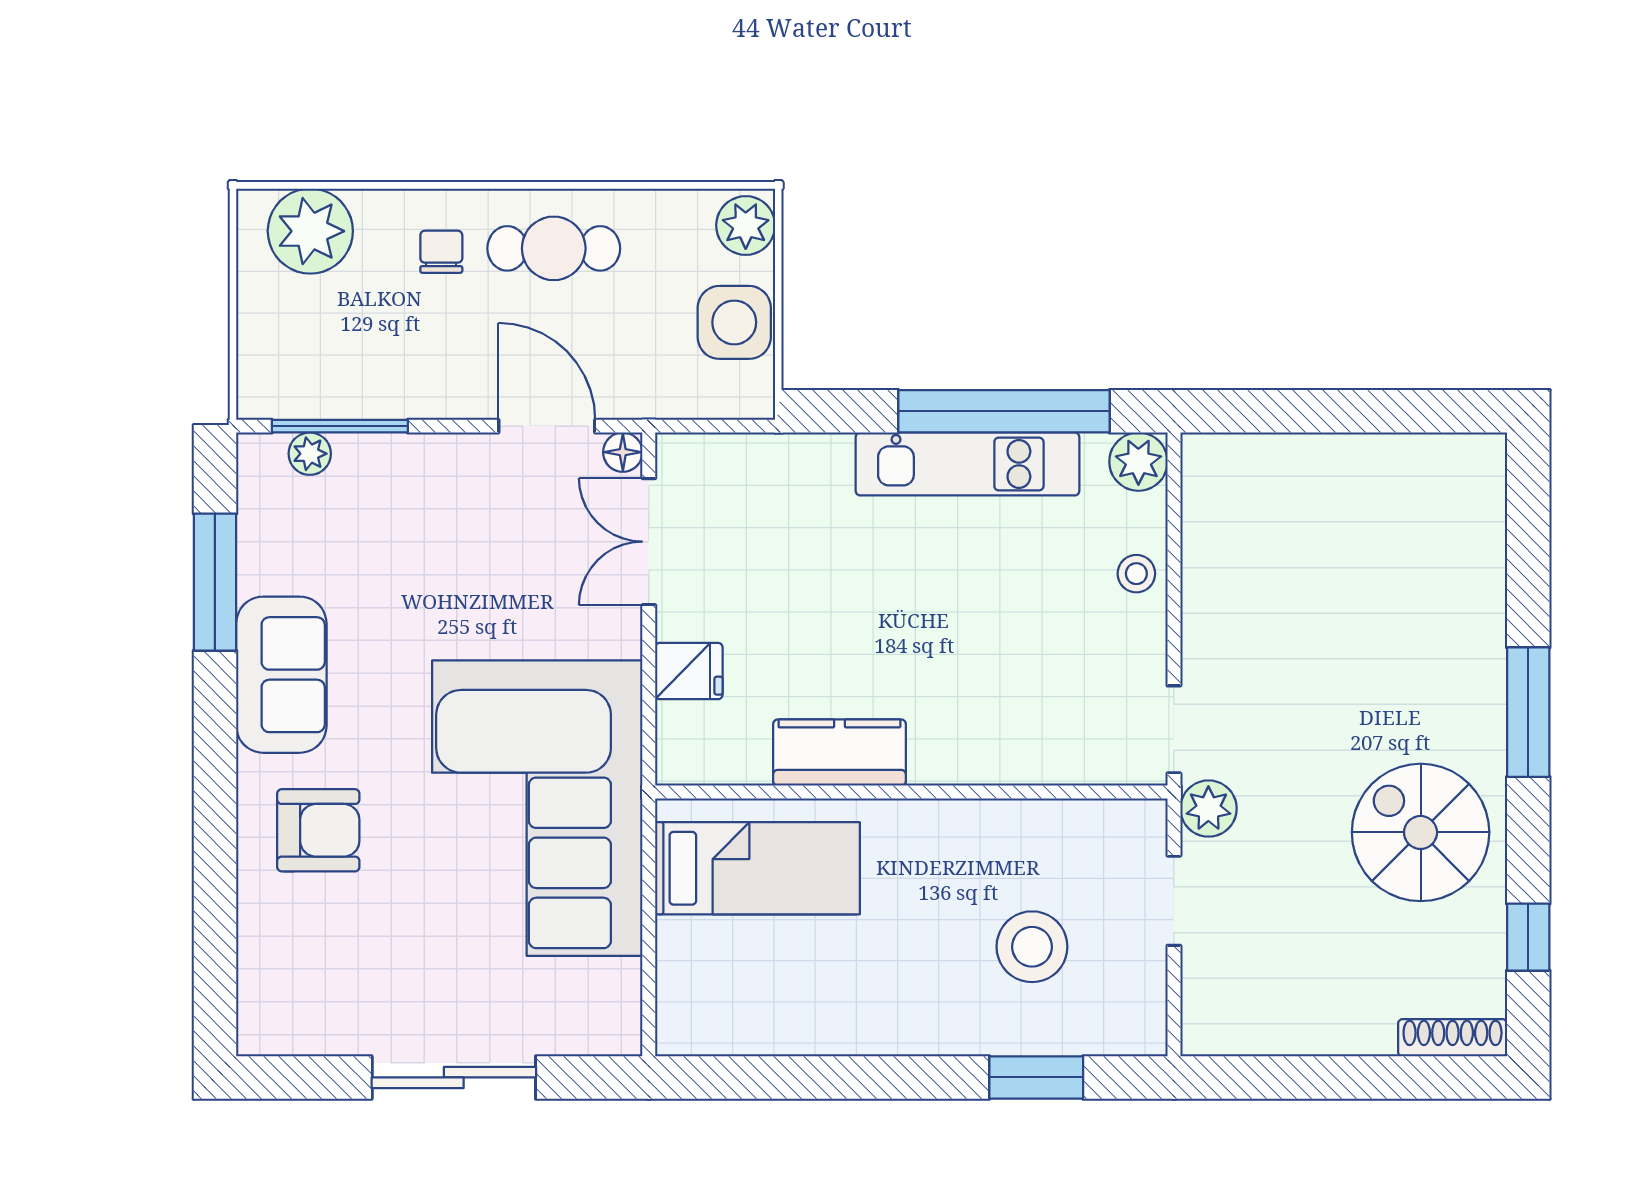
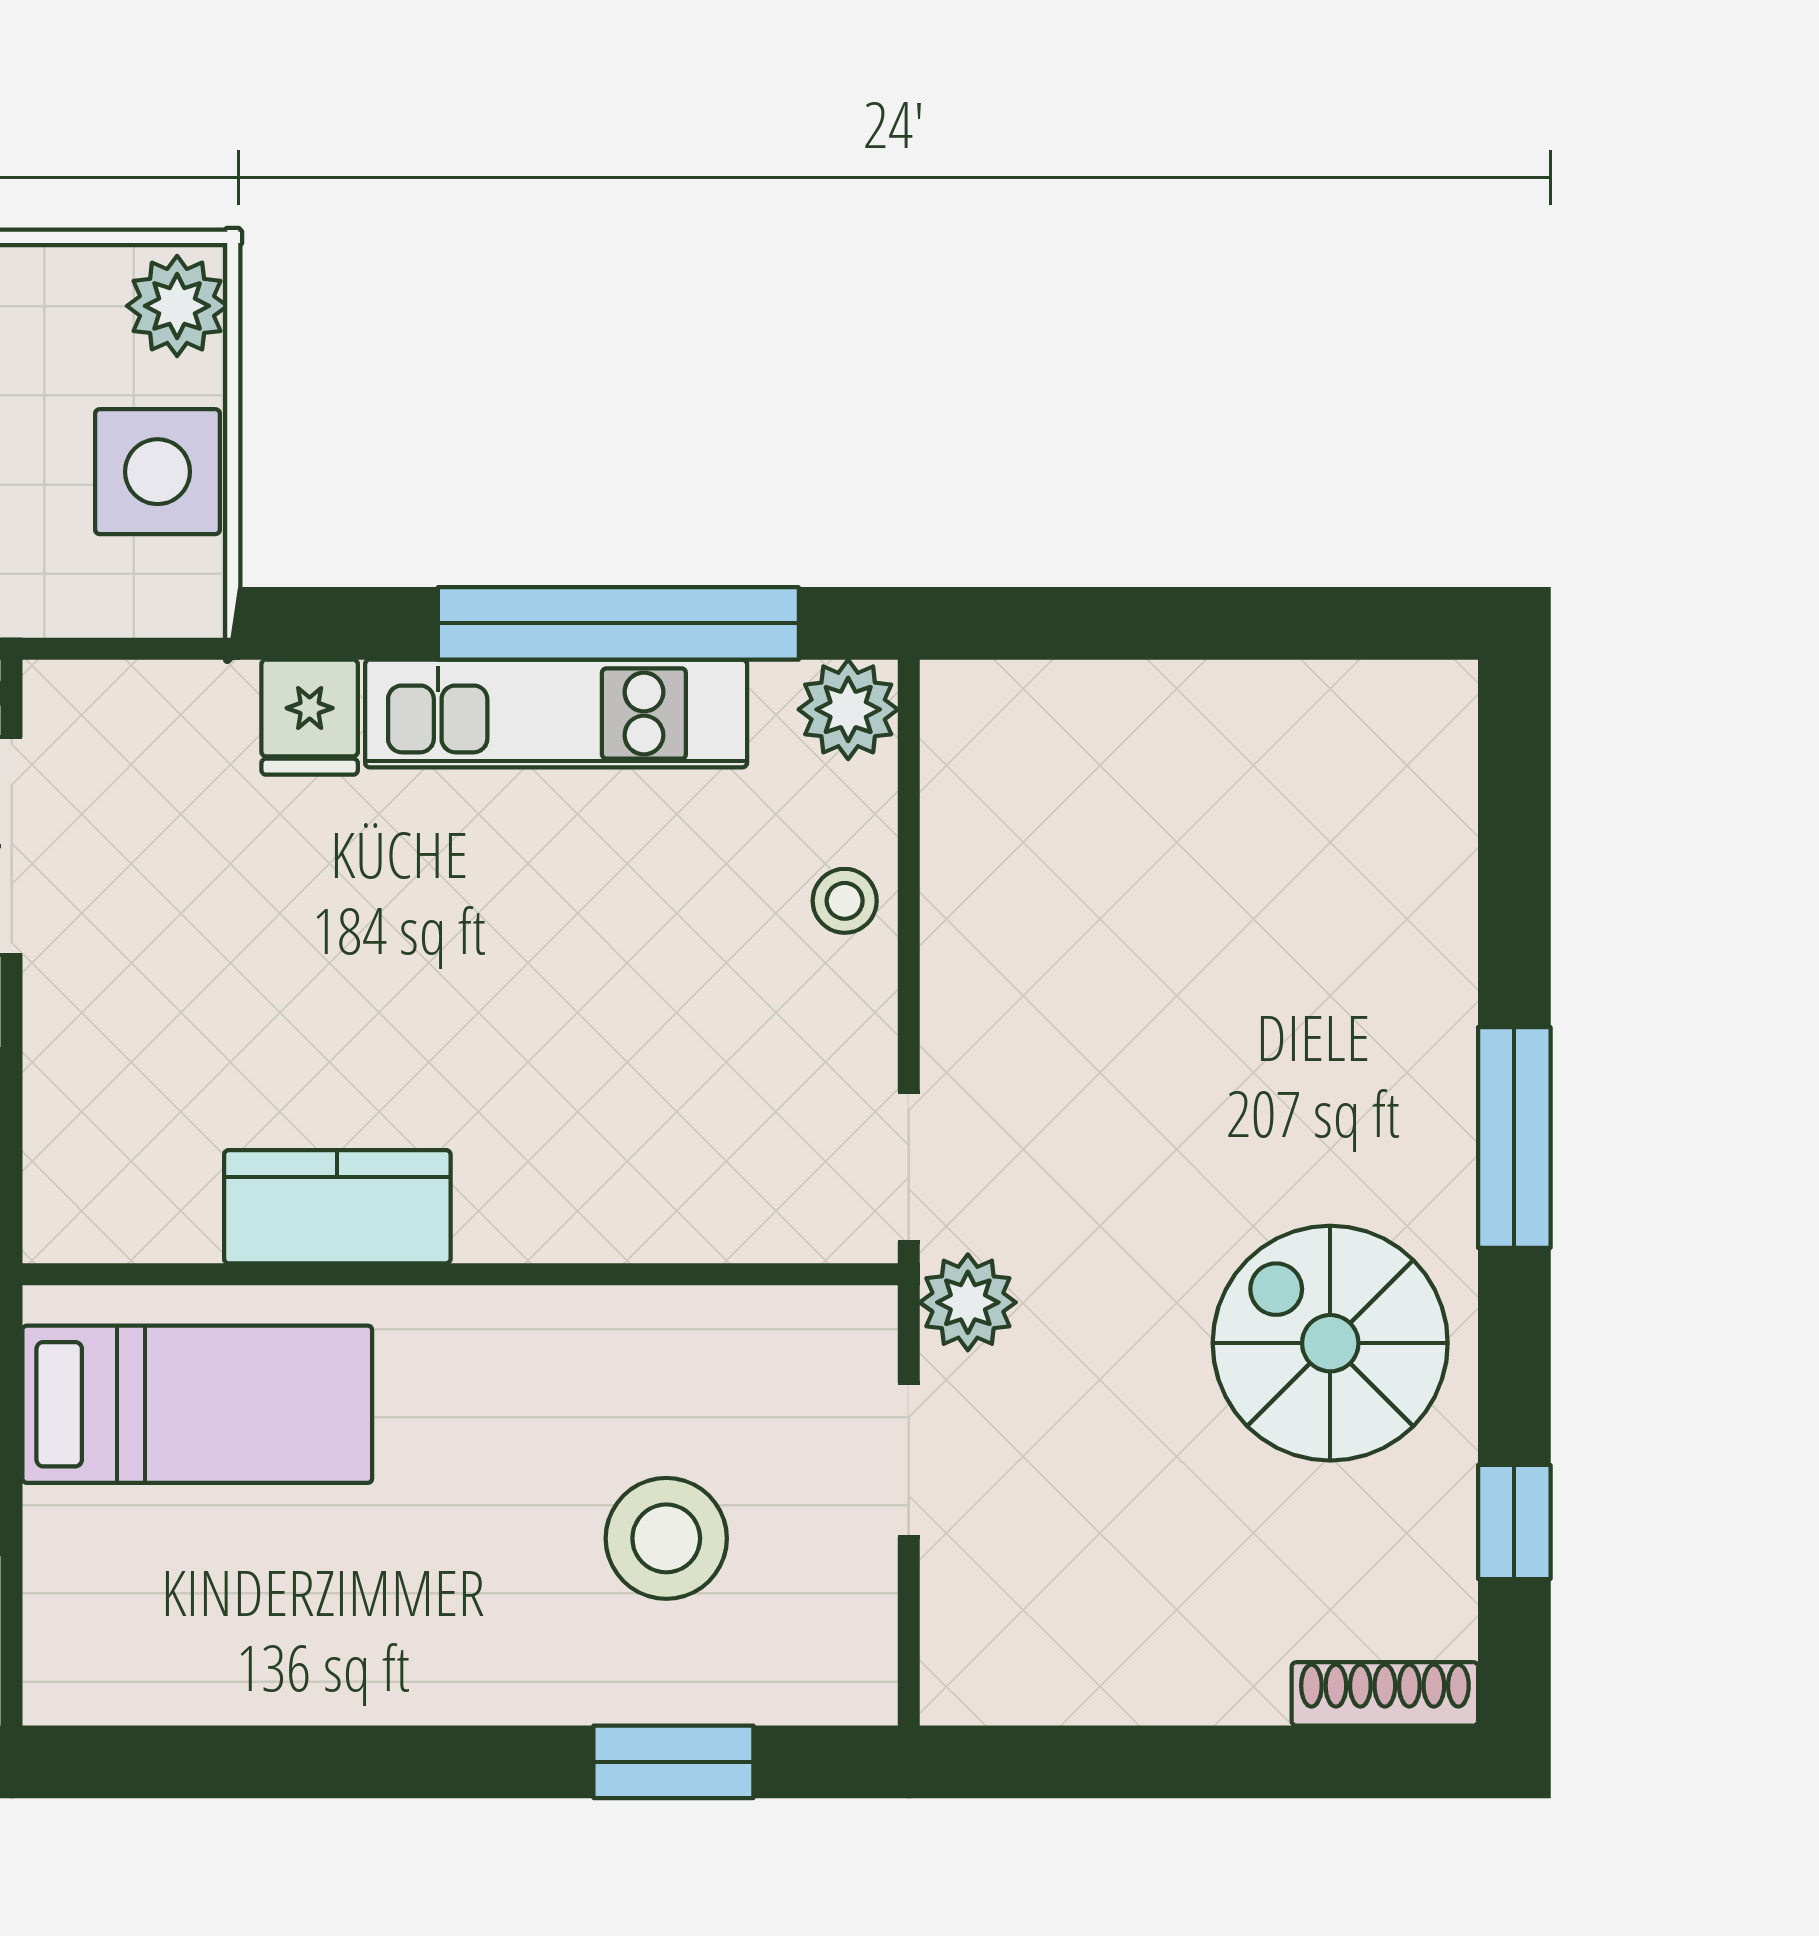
fridge: (689, 671) -> (310, 717), moved, turned 90

